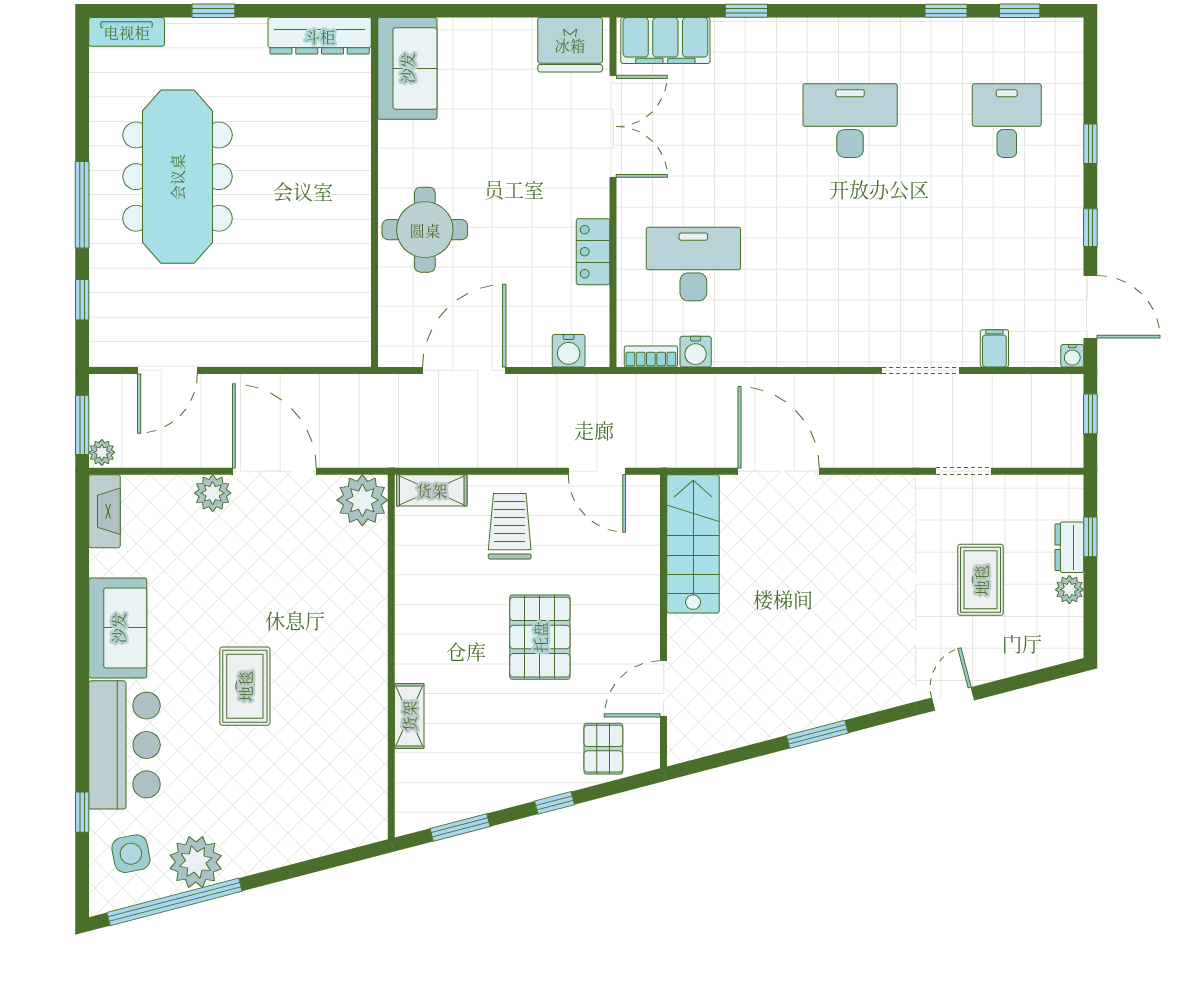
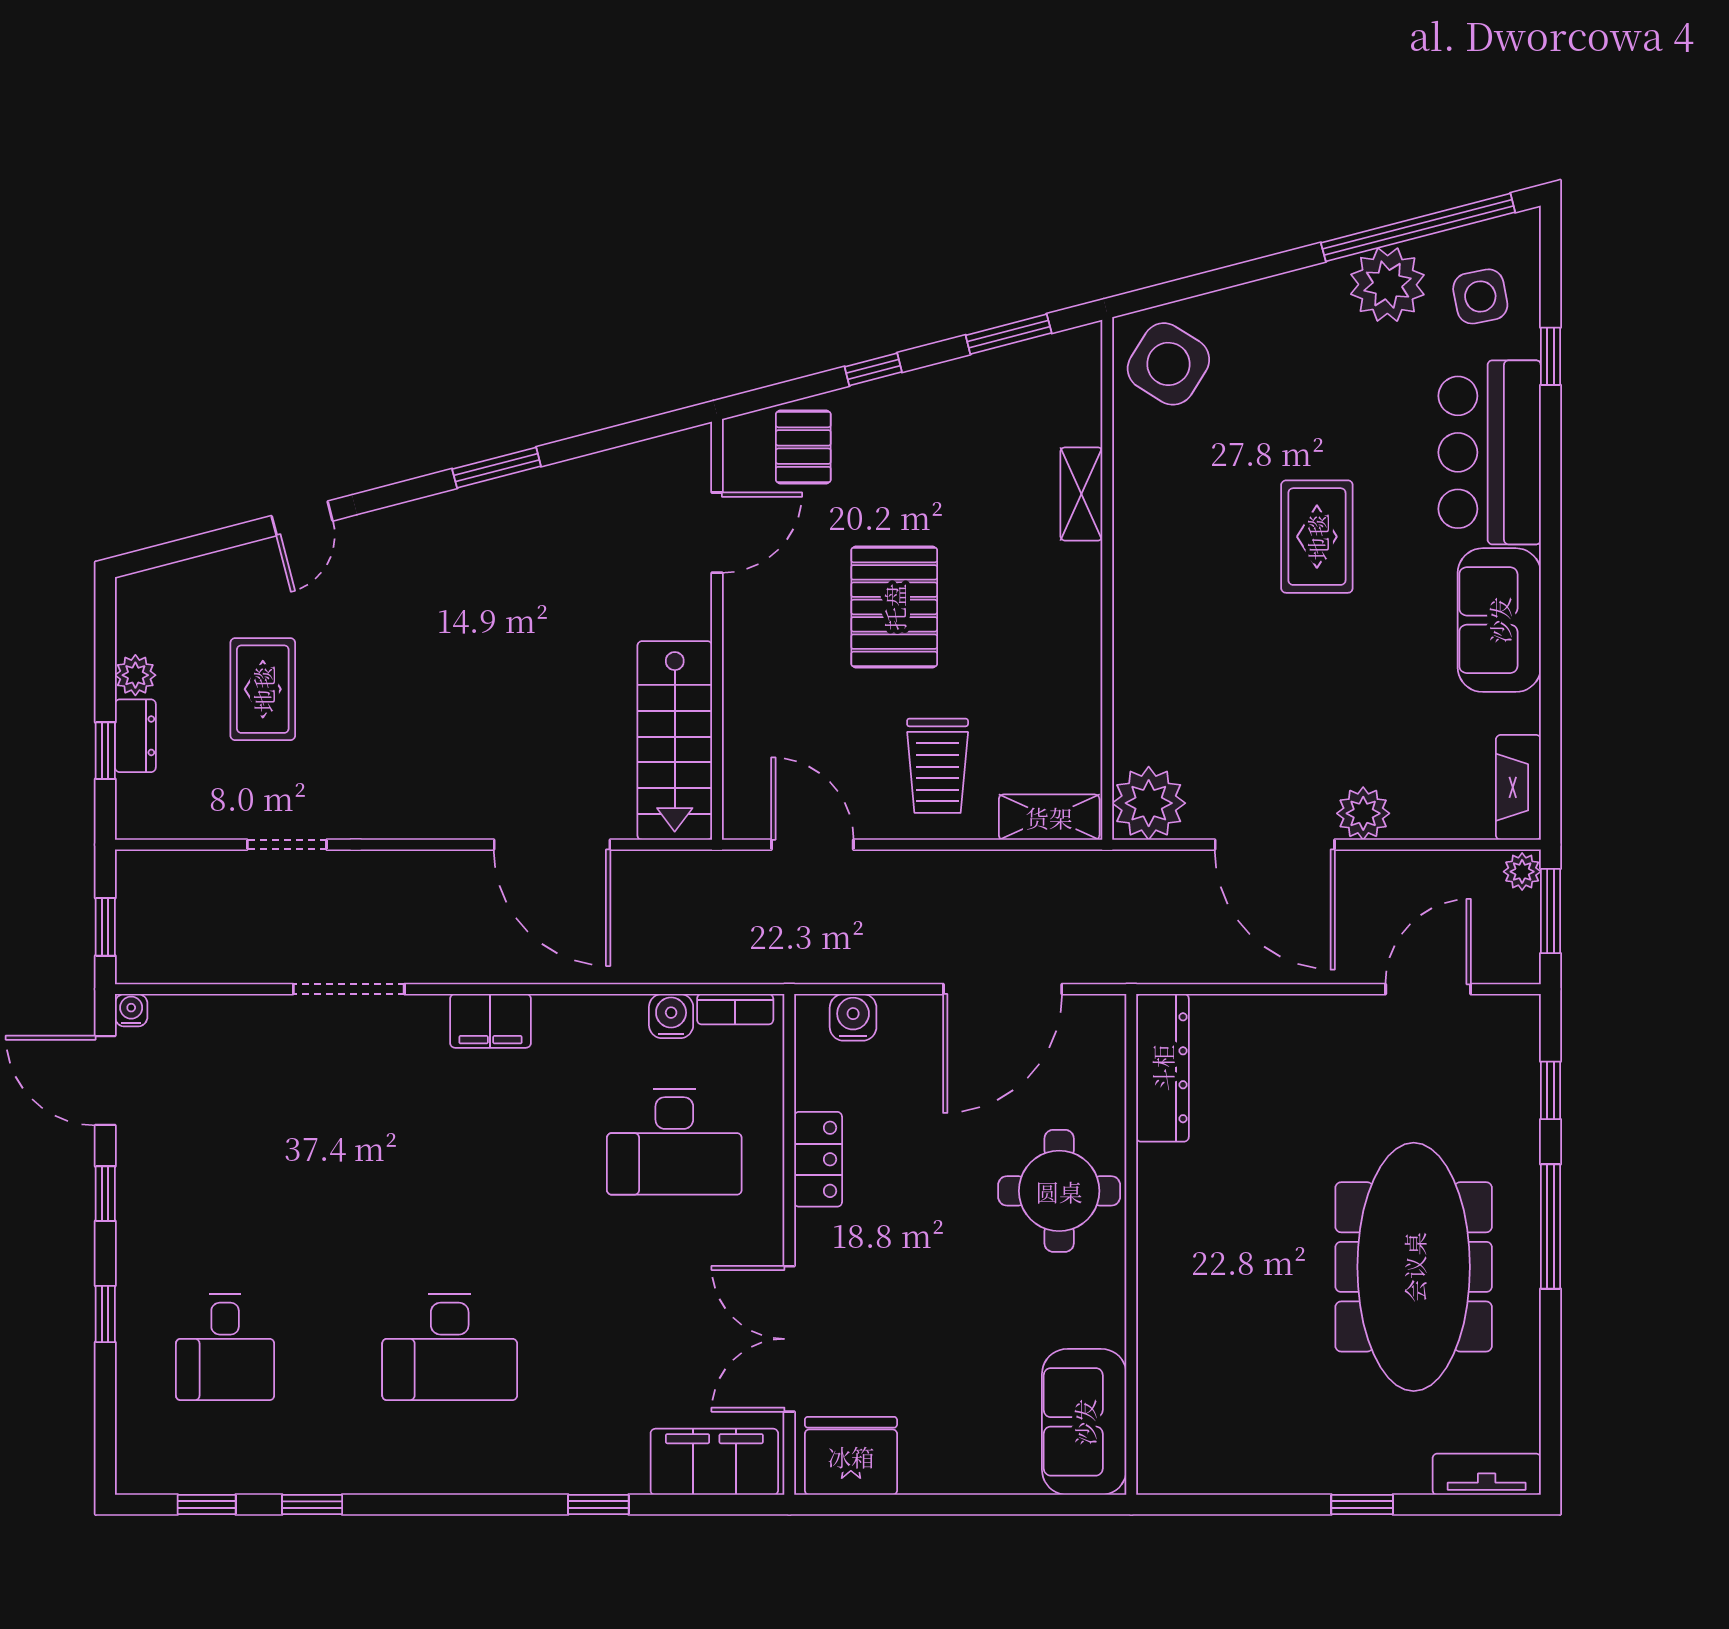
dresser: (320, 36) -> (1162, 1068), moved, turned 90
filing cabinet: (994, 348) -> (490, 1021), moved, width x2.00
side table: (349, 807) -> (1168, 364), added

